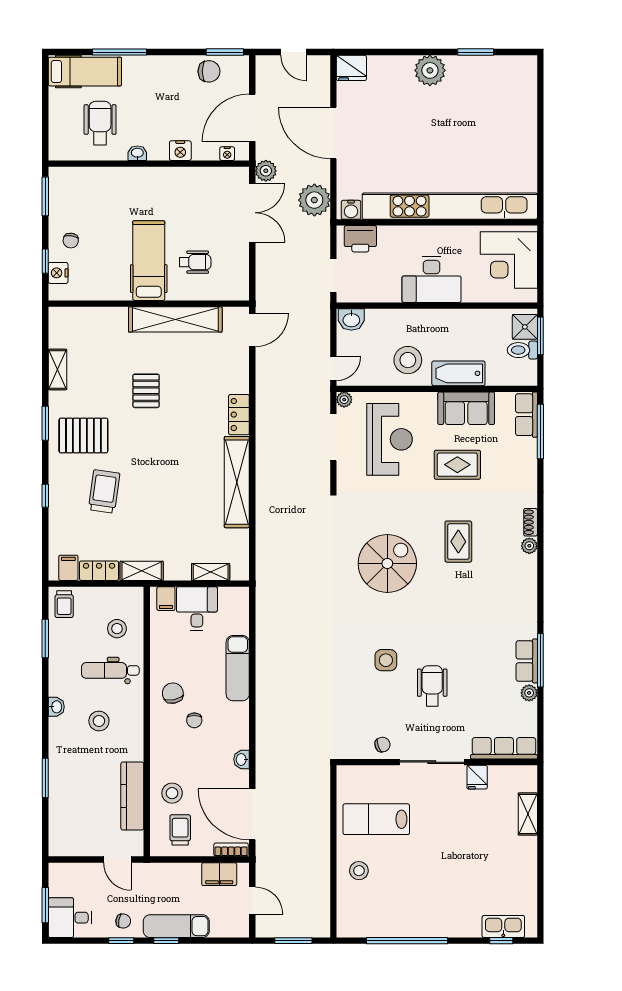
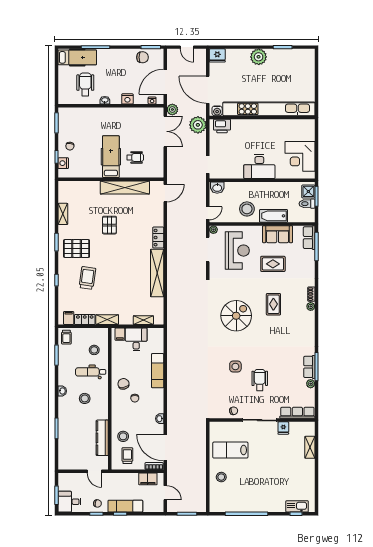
kitchen unit: (450, 206) -> (269, 109), moved
water cooler: (351, 210) -> (217, 111), moved
wall: (437, 222) -> (262, 117), moved
printer: (360, 239) -> (222, 126), moved

